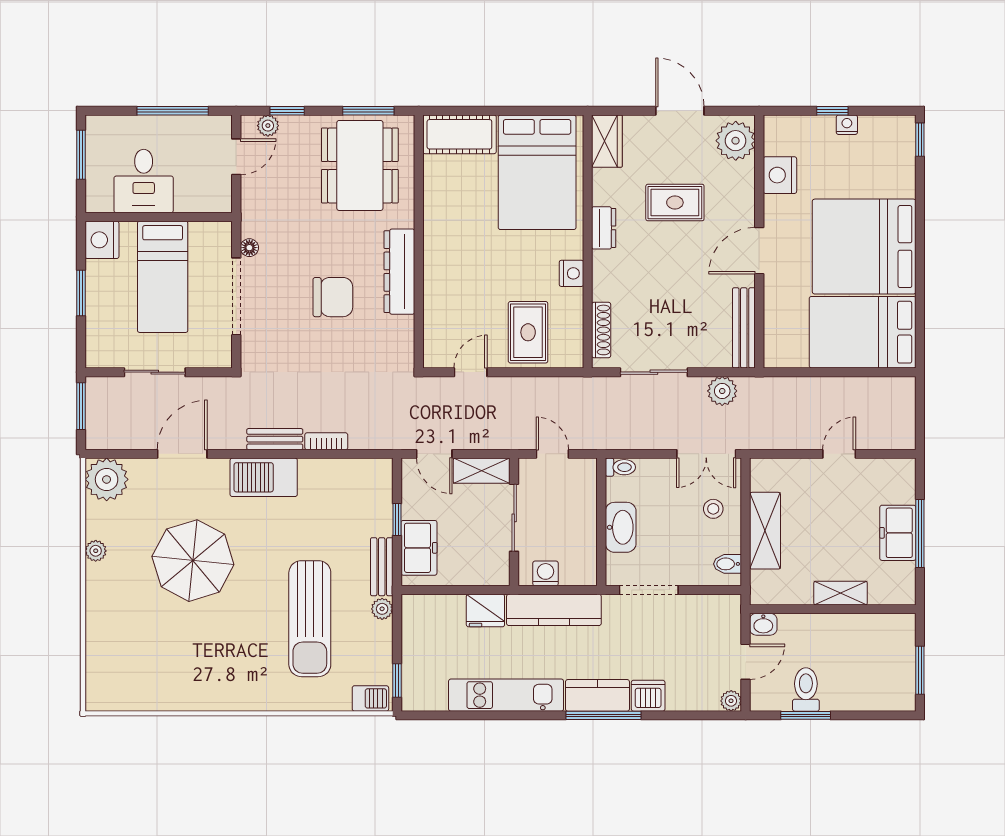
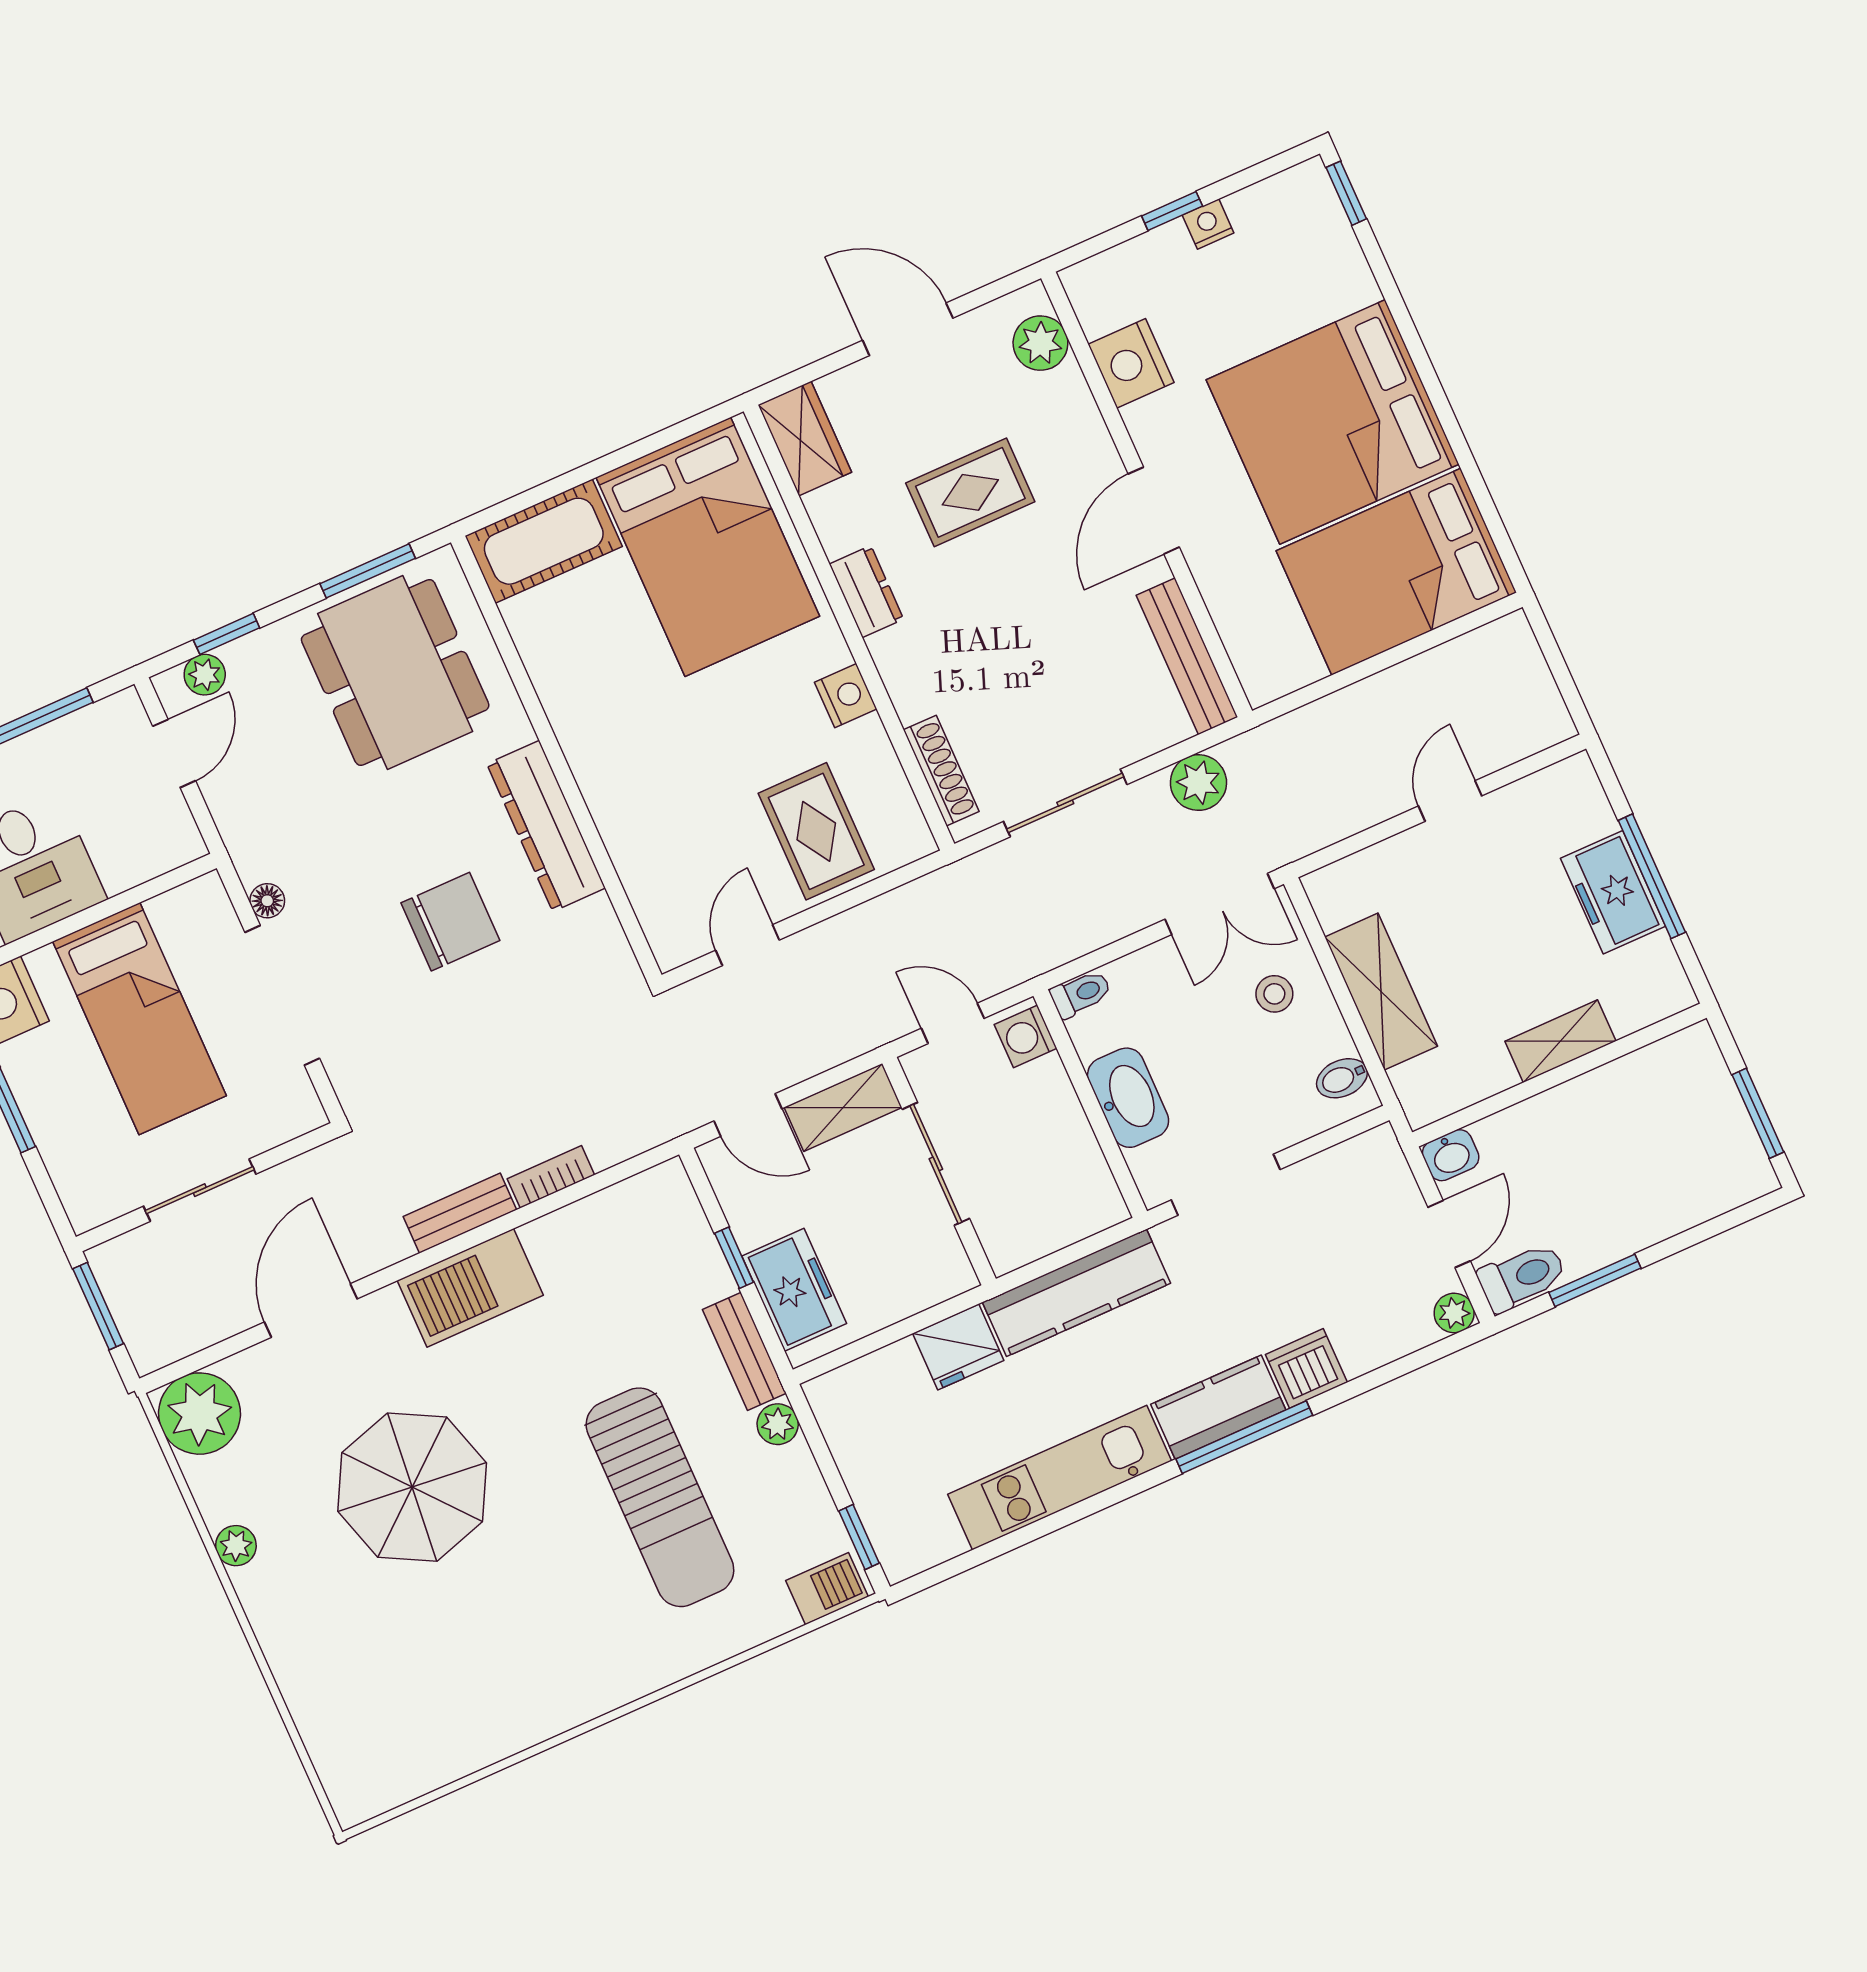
plant: (736, 141) -> (1040, 343), width x0.73, depth x0.73
washing machine: (546, 573) -> (1026, 1036), moved, turned -90
toilet: (806, 689) -> (1522, 1277), moved, turned 90

